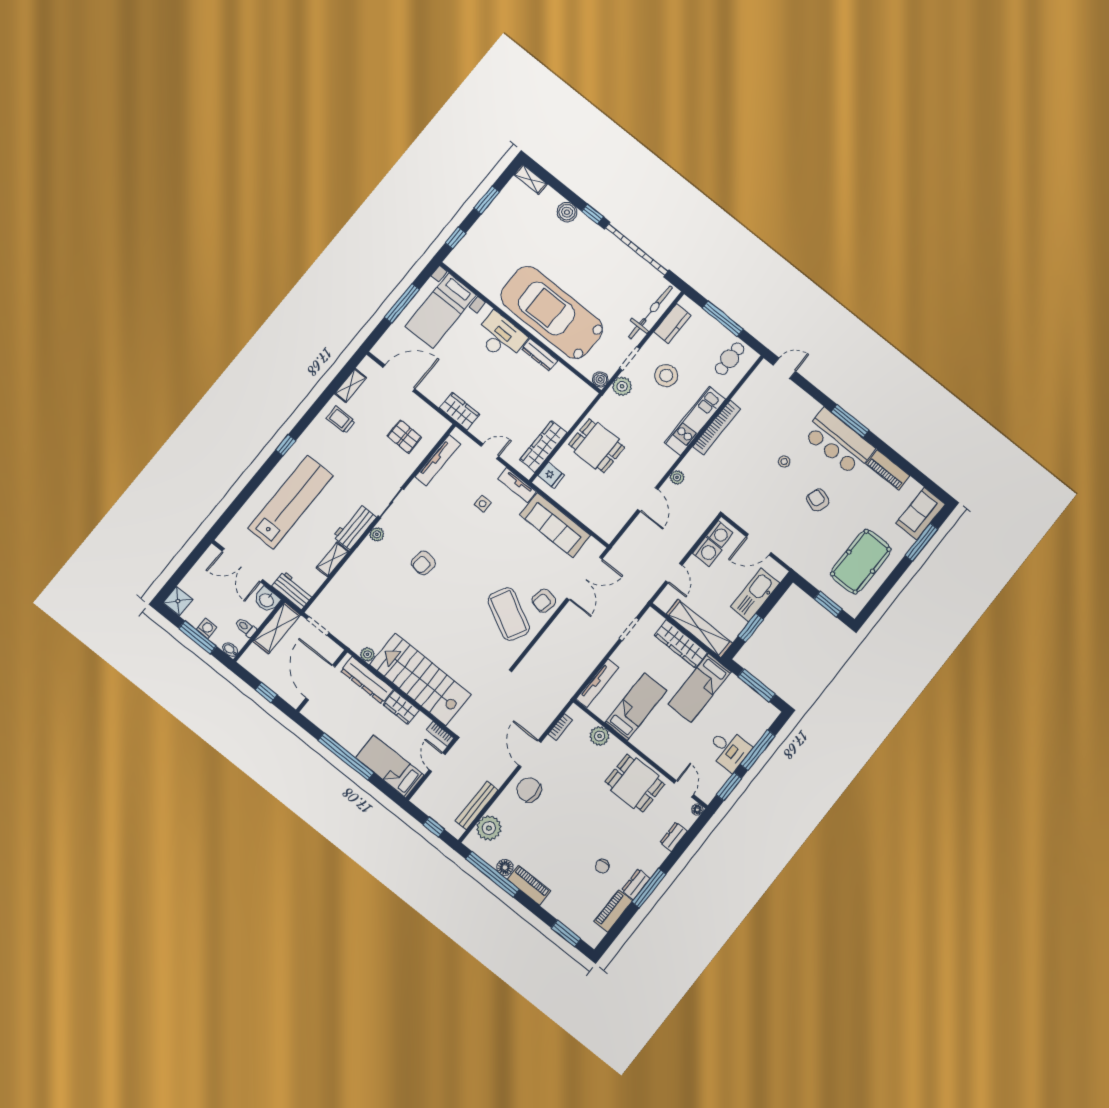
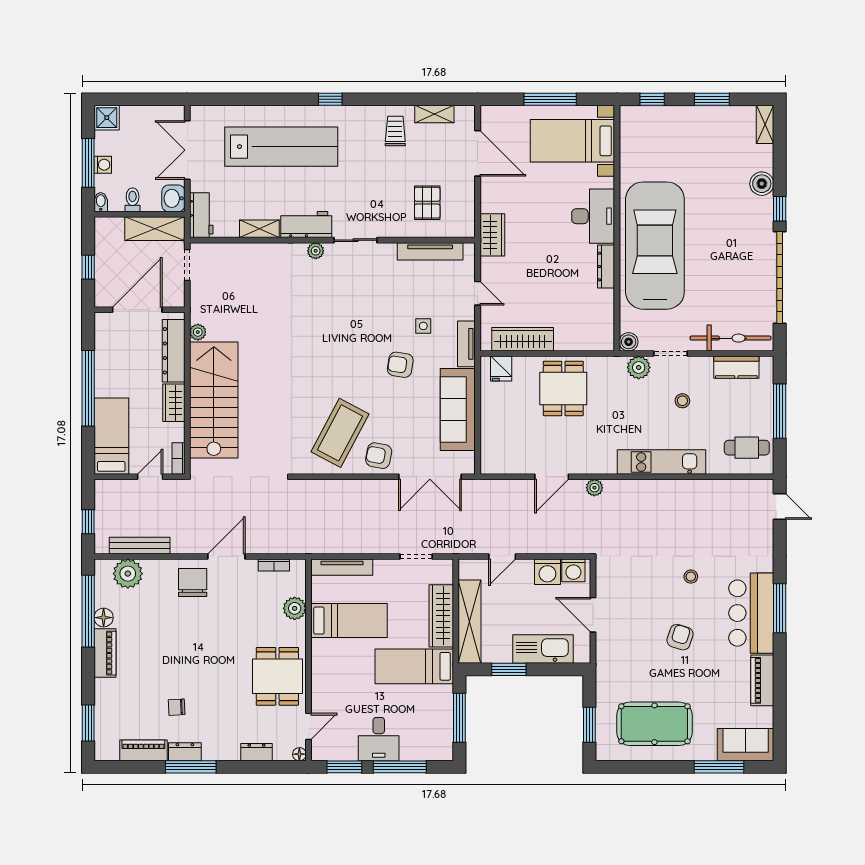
stool: (666, 376) -> (682, 401), width x0.53, depth x0.53
bookcase: (717, 428) -> (671, 487), removed
armchair: (423, 563) -> (400, 365), moved

